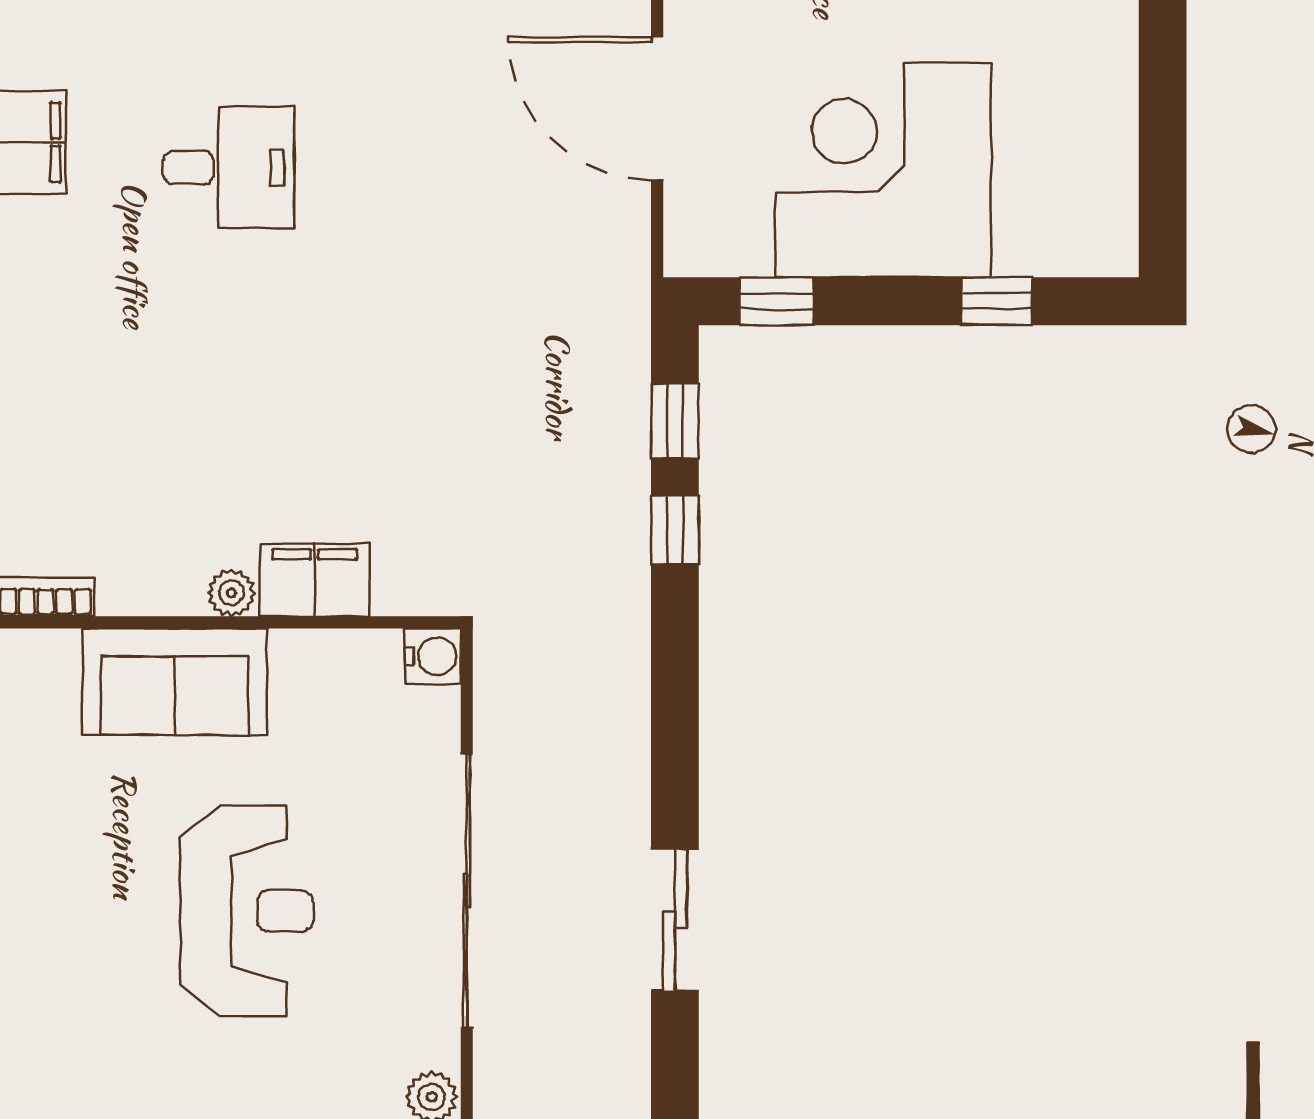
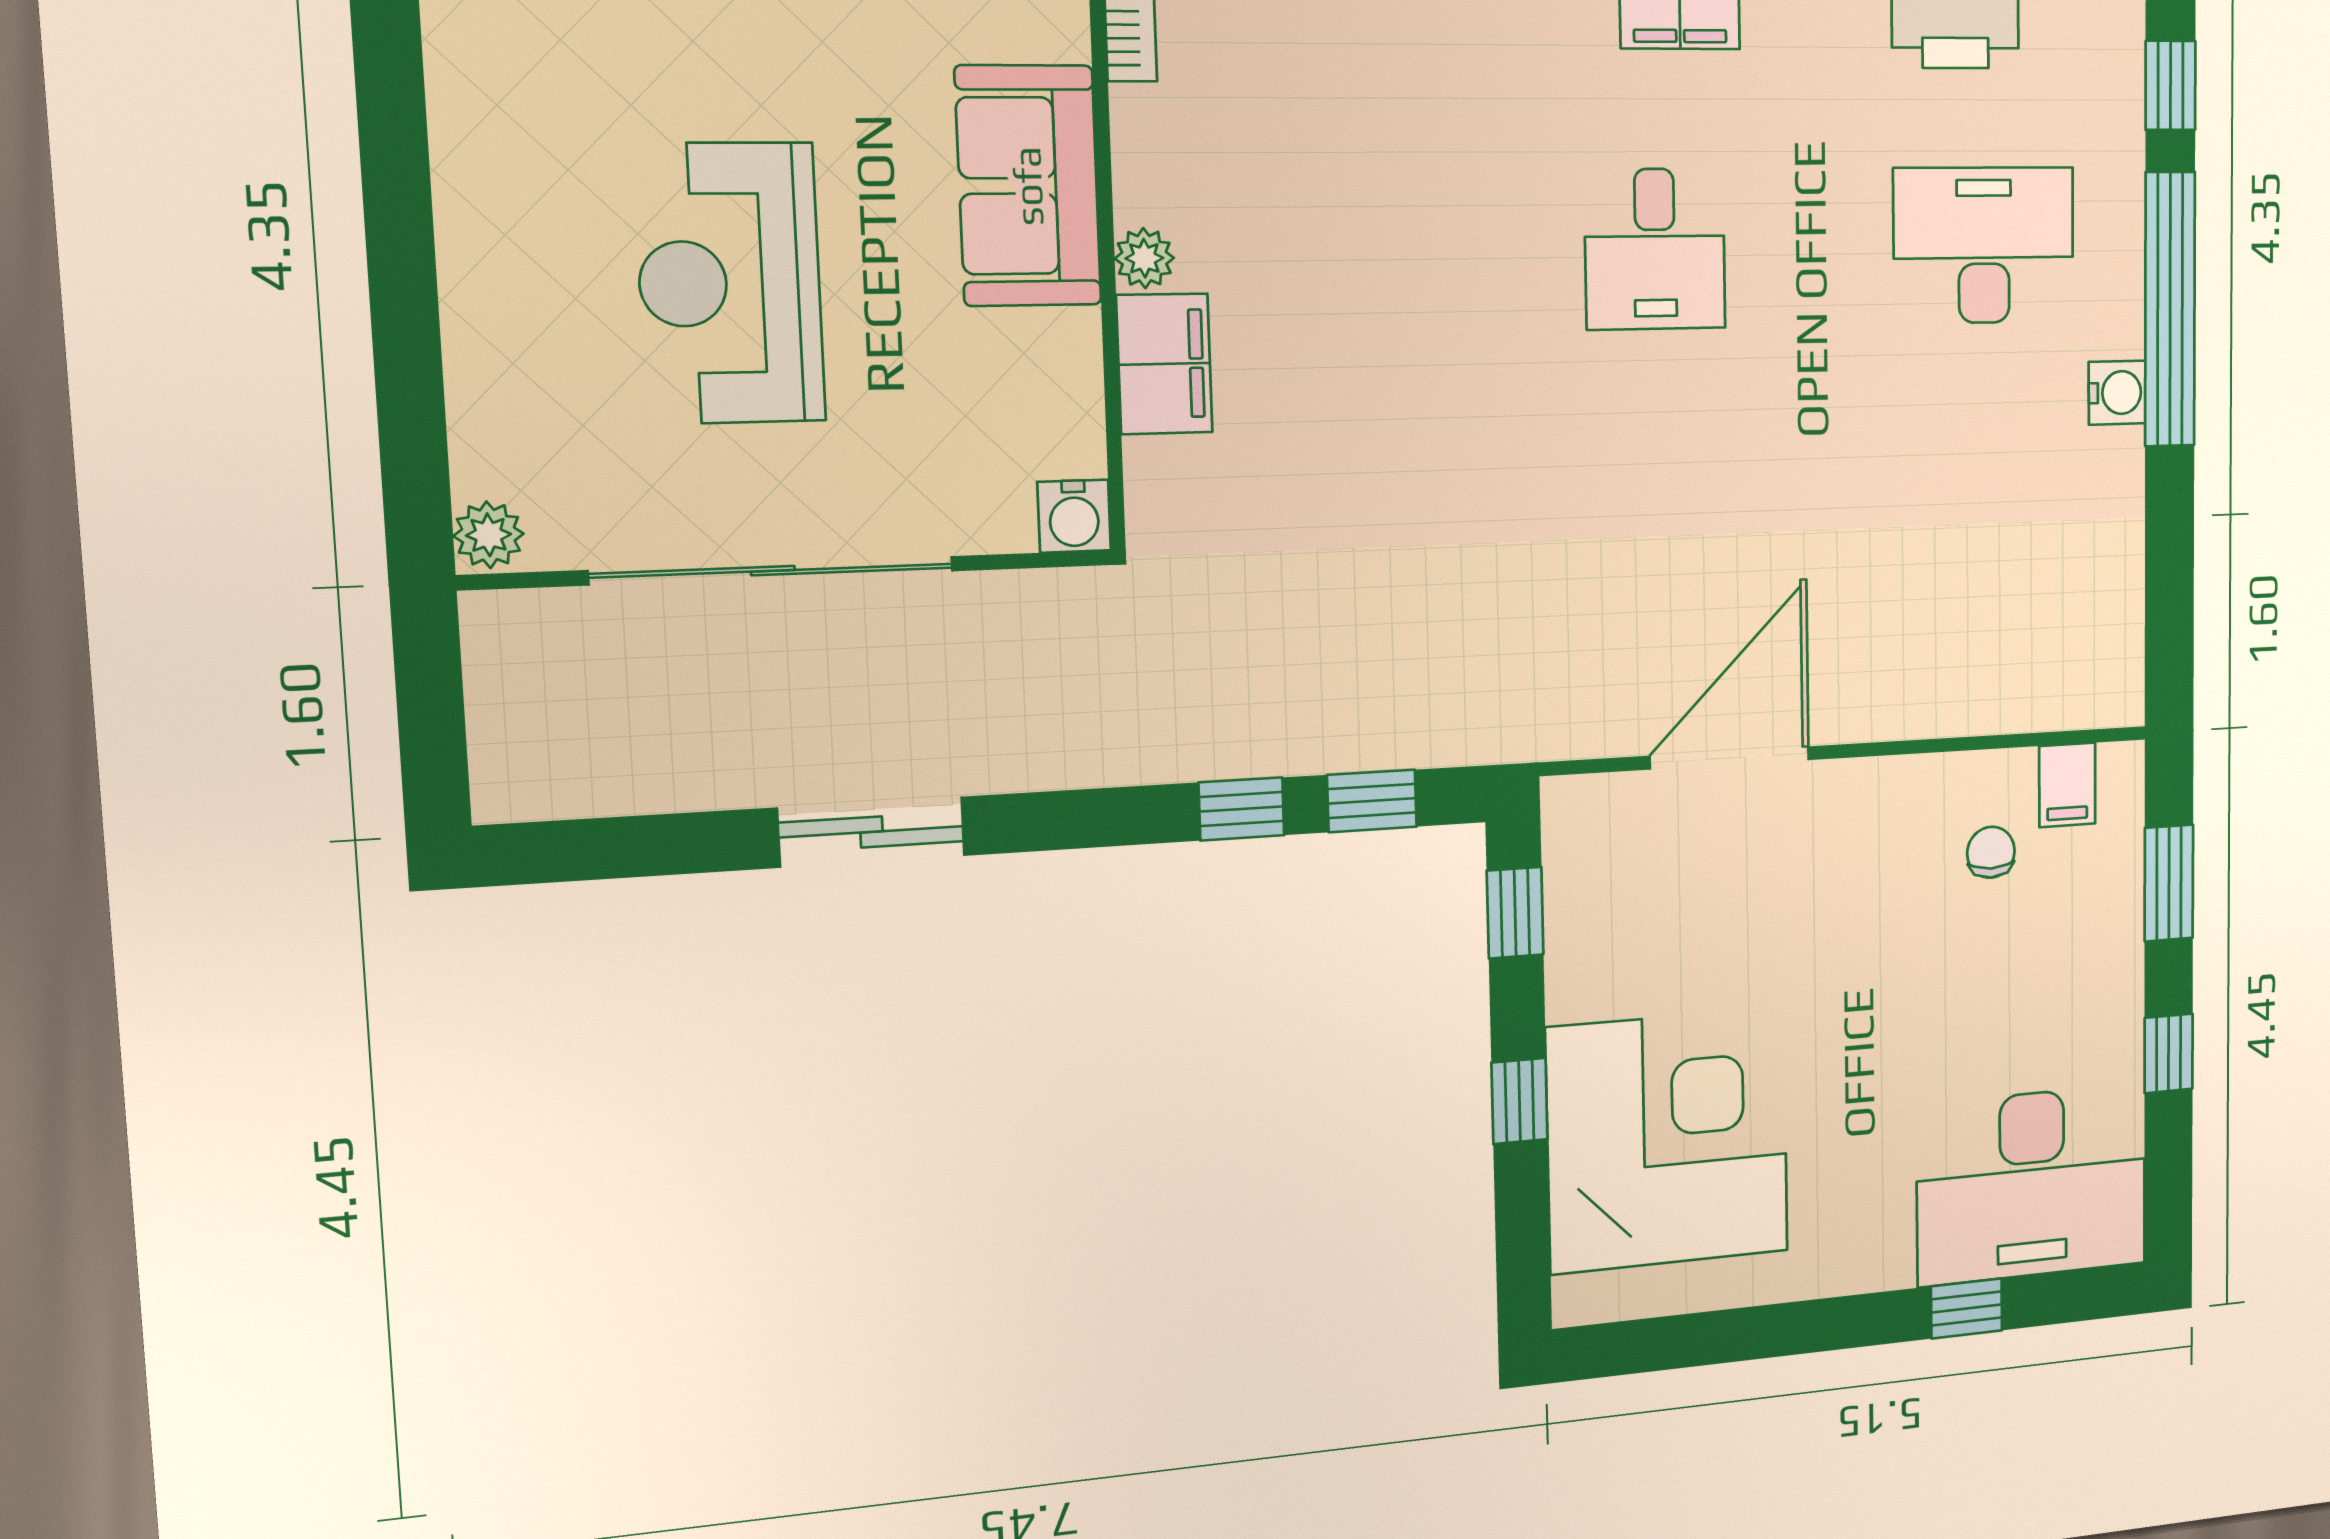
corner desk: (883, 170) -> (1668, 1140), moved
window: (996, 301) -> (1519, 1101), moved
reception desk: (247, 911) -> (730, 283), turned 90
sliding door: (675, 920) -> (871, 832), moved

